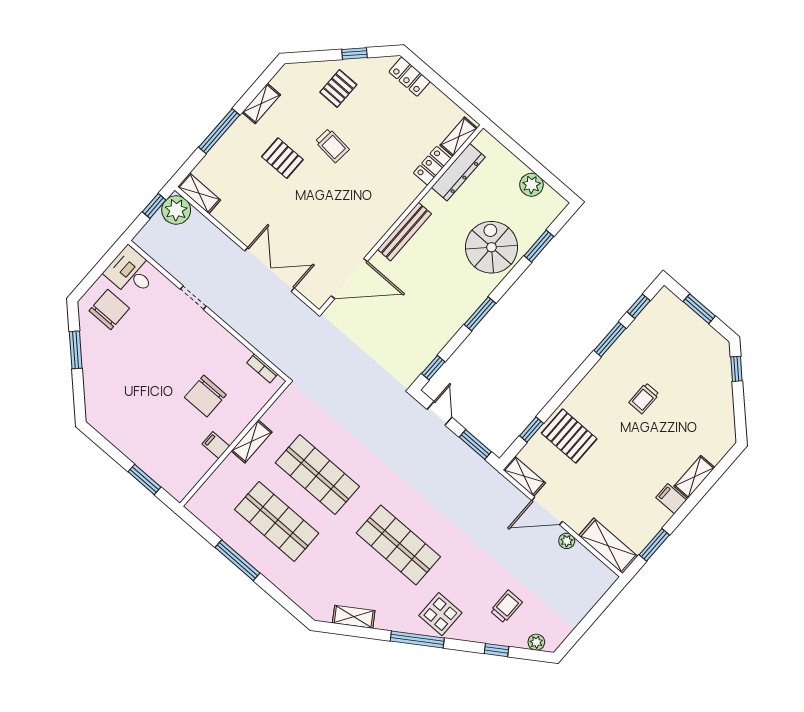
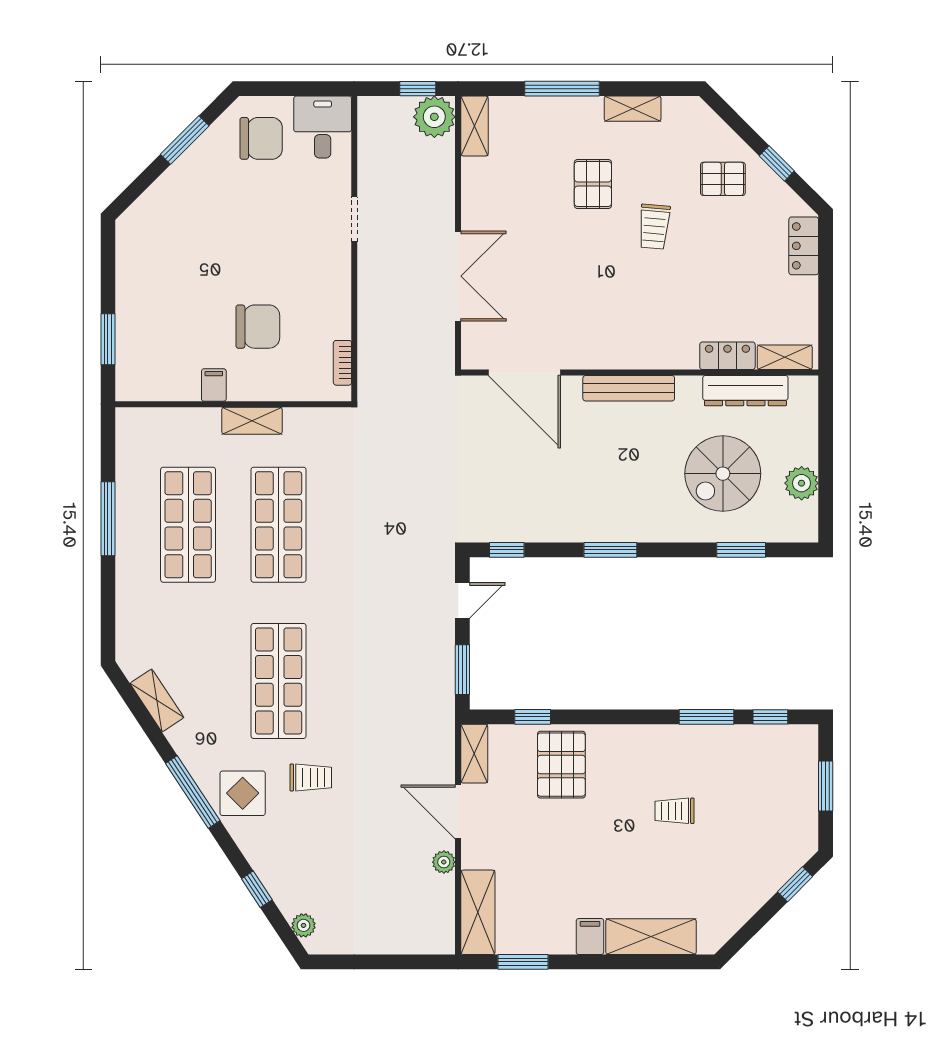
spiral stairs: (491, 247) -> (723, 474), moved, turned 180
chair: (205, 396) -> (258, 327), turned 180
shelving: (694, 477) -> (651, 937), width x1.50, depth x1.33
trolley: (506, 607) -> (311, 778), moved

